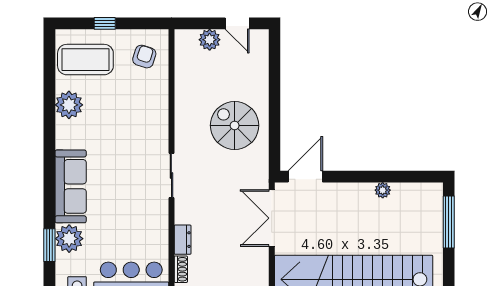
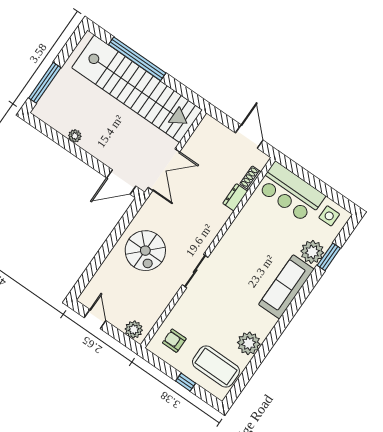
plant: (210, 40) -> (134, 330), moved
armchair: (144, 57) -> (174, 341), turned 72
sliding door: (171, 175) -> (195, 271), moved

